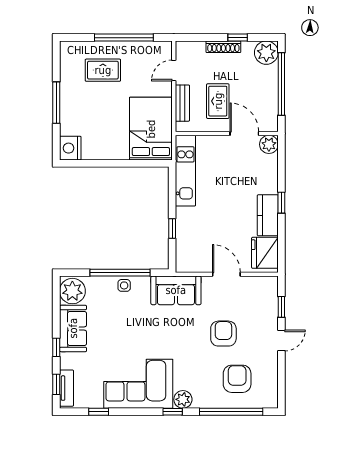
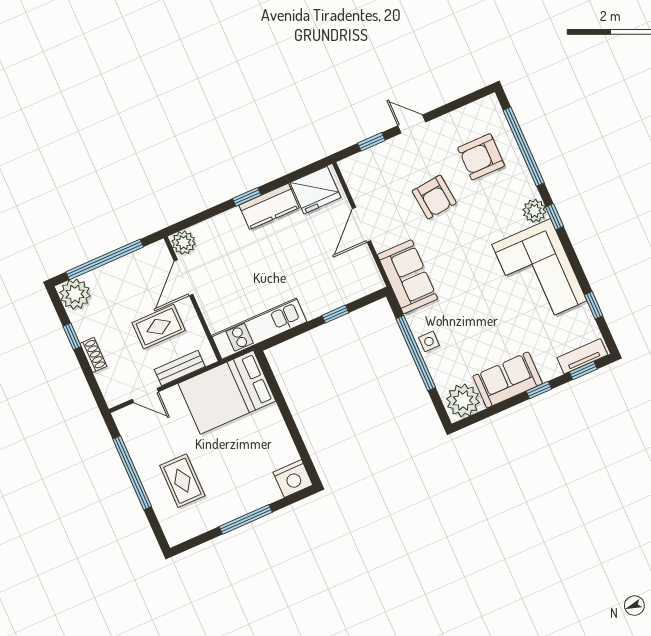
shoe rack: (223, 47) -> (93, 355), width x0.70
armchair: (223, 334) -> (434, 197), turned -96

